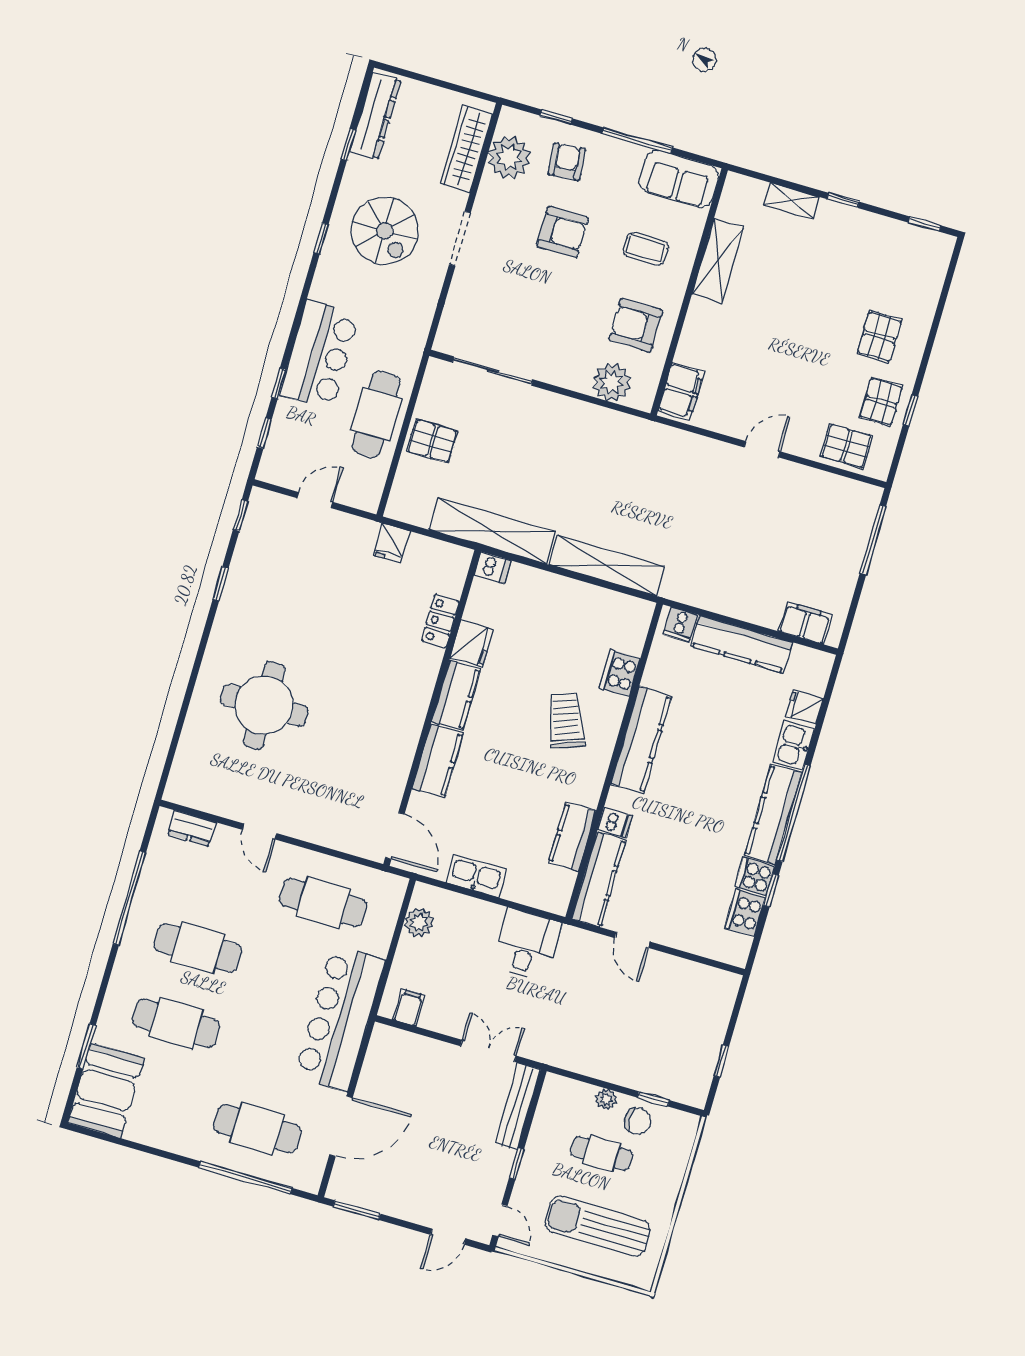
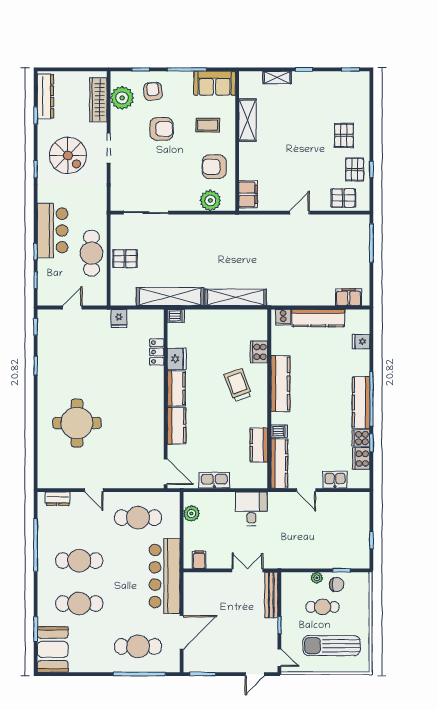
kitchen sink: (793, 745) -> (335, 480), moved, turned 90

